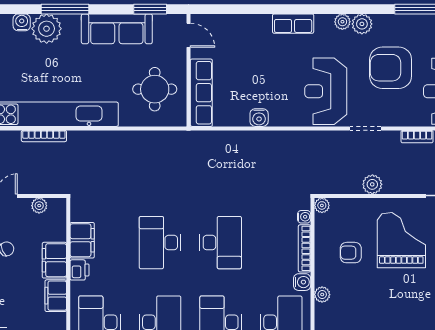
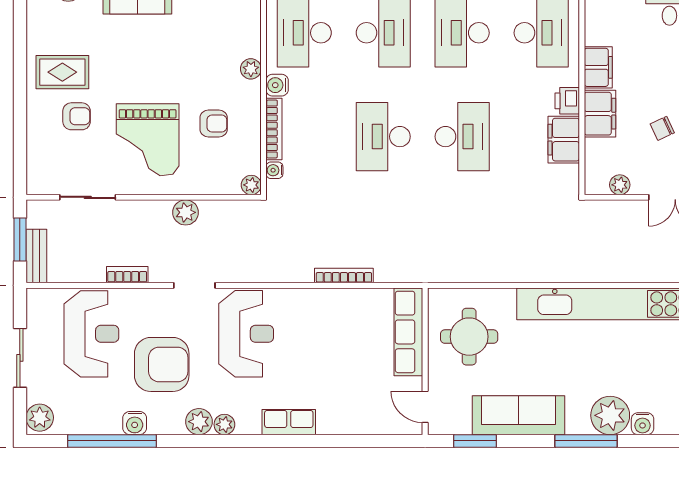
water cooler: (259, 118) -> (135, 423), moved, turned 180
bookcase: (44, 136) -> (344, 275), moved

